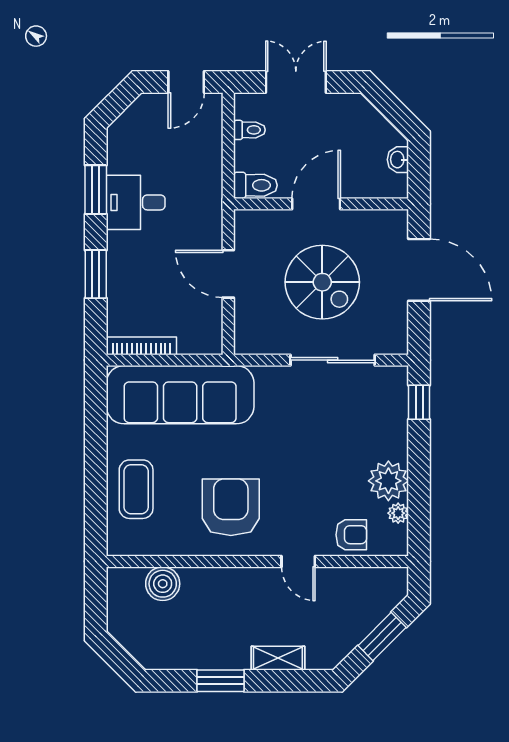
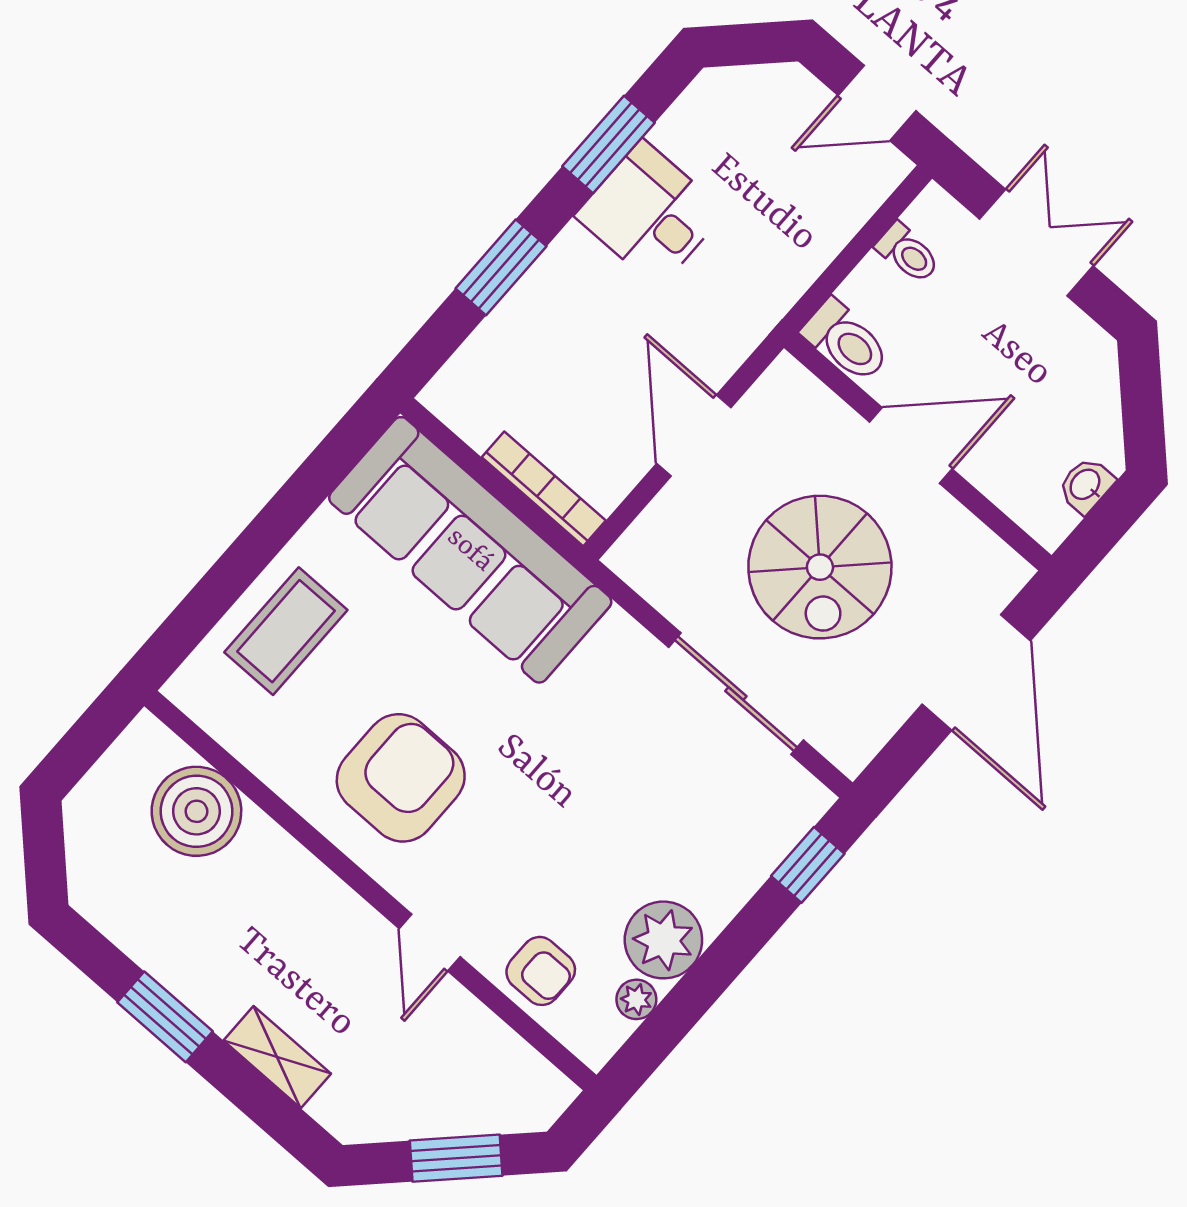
bookcase: (141, 346) -> (544, 489), moved
boiler: (163, 584) -> (196, 811), width x1.37, depth x1.37

